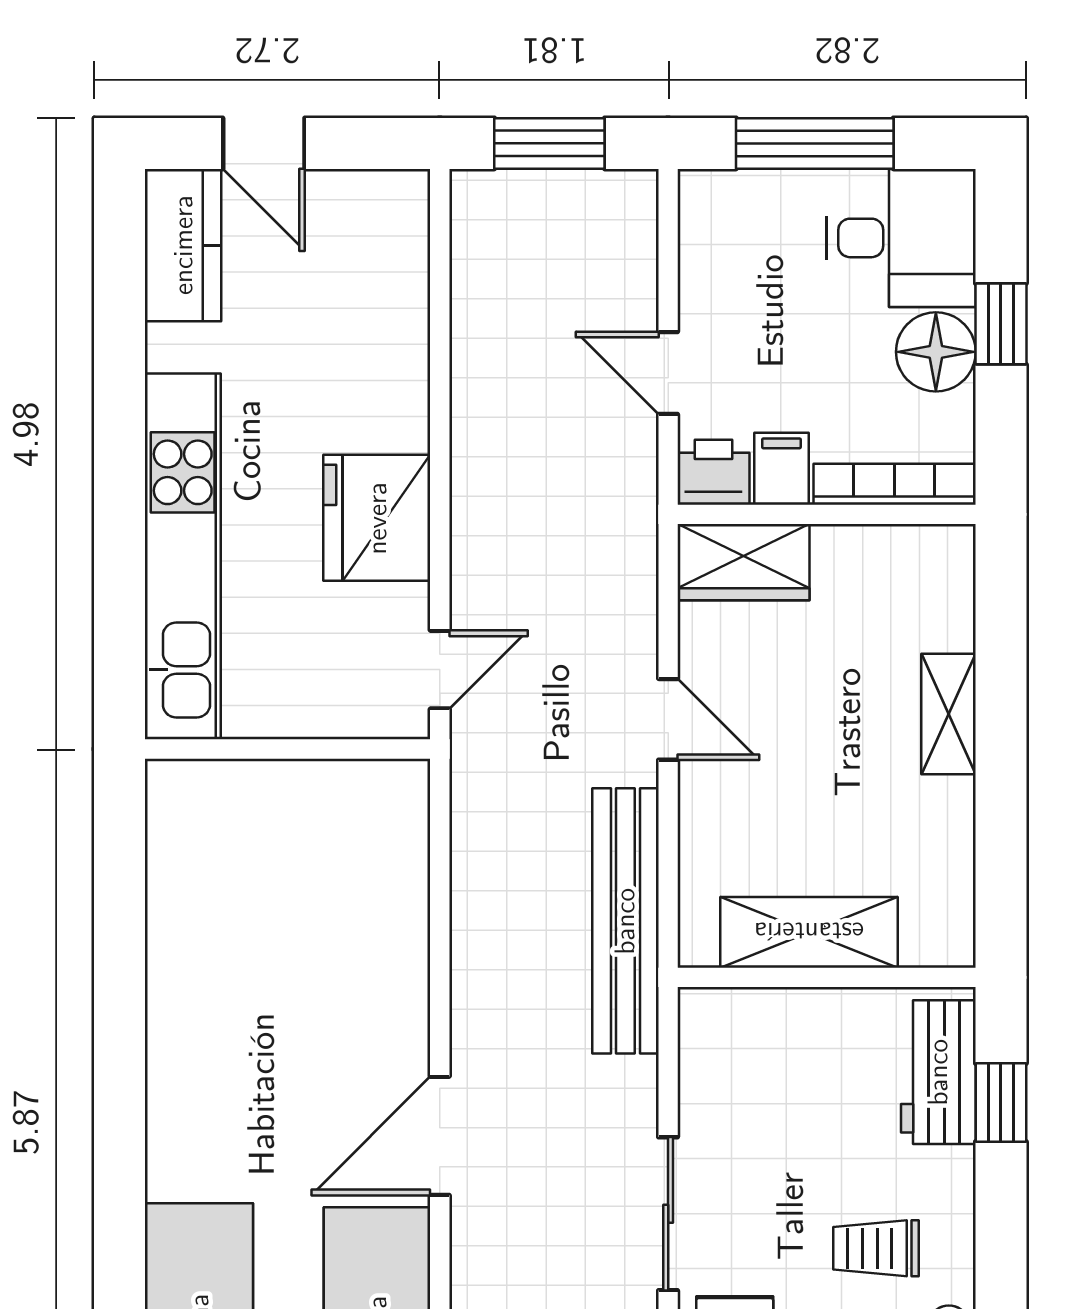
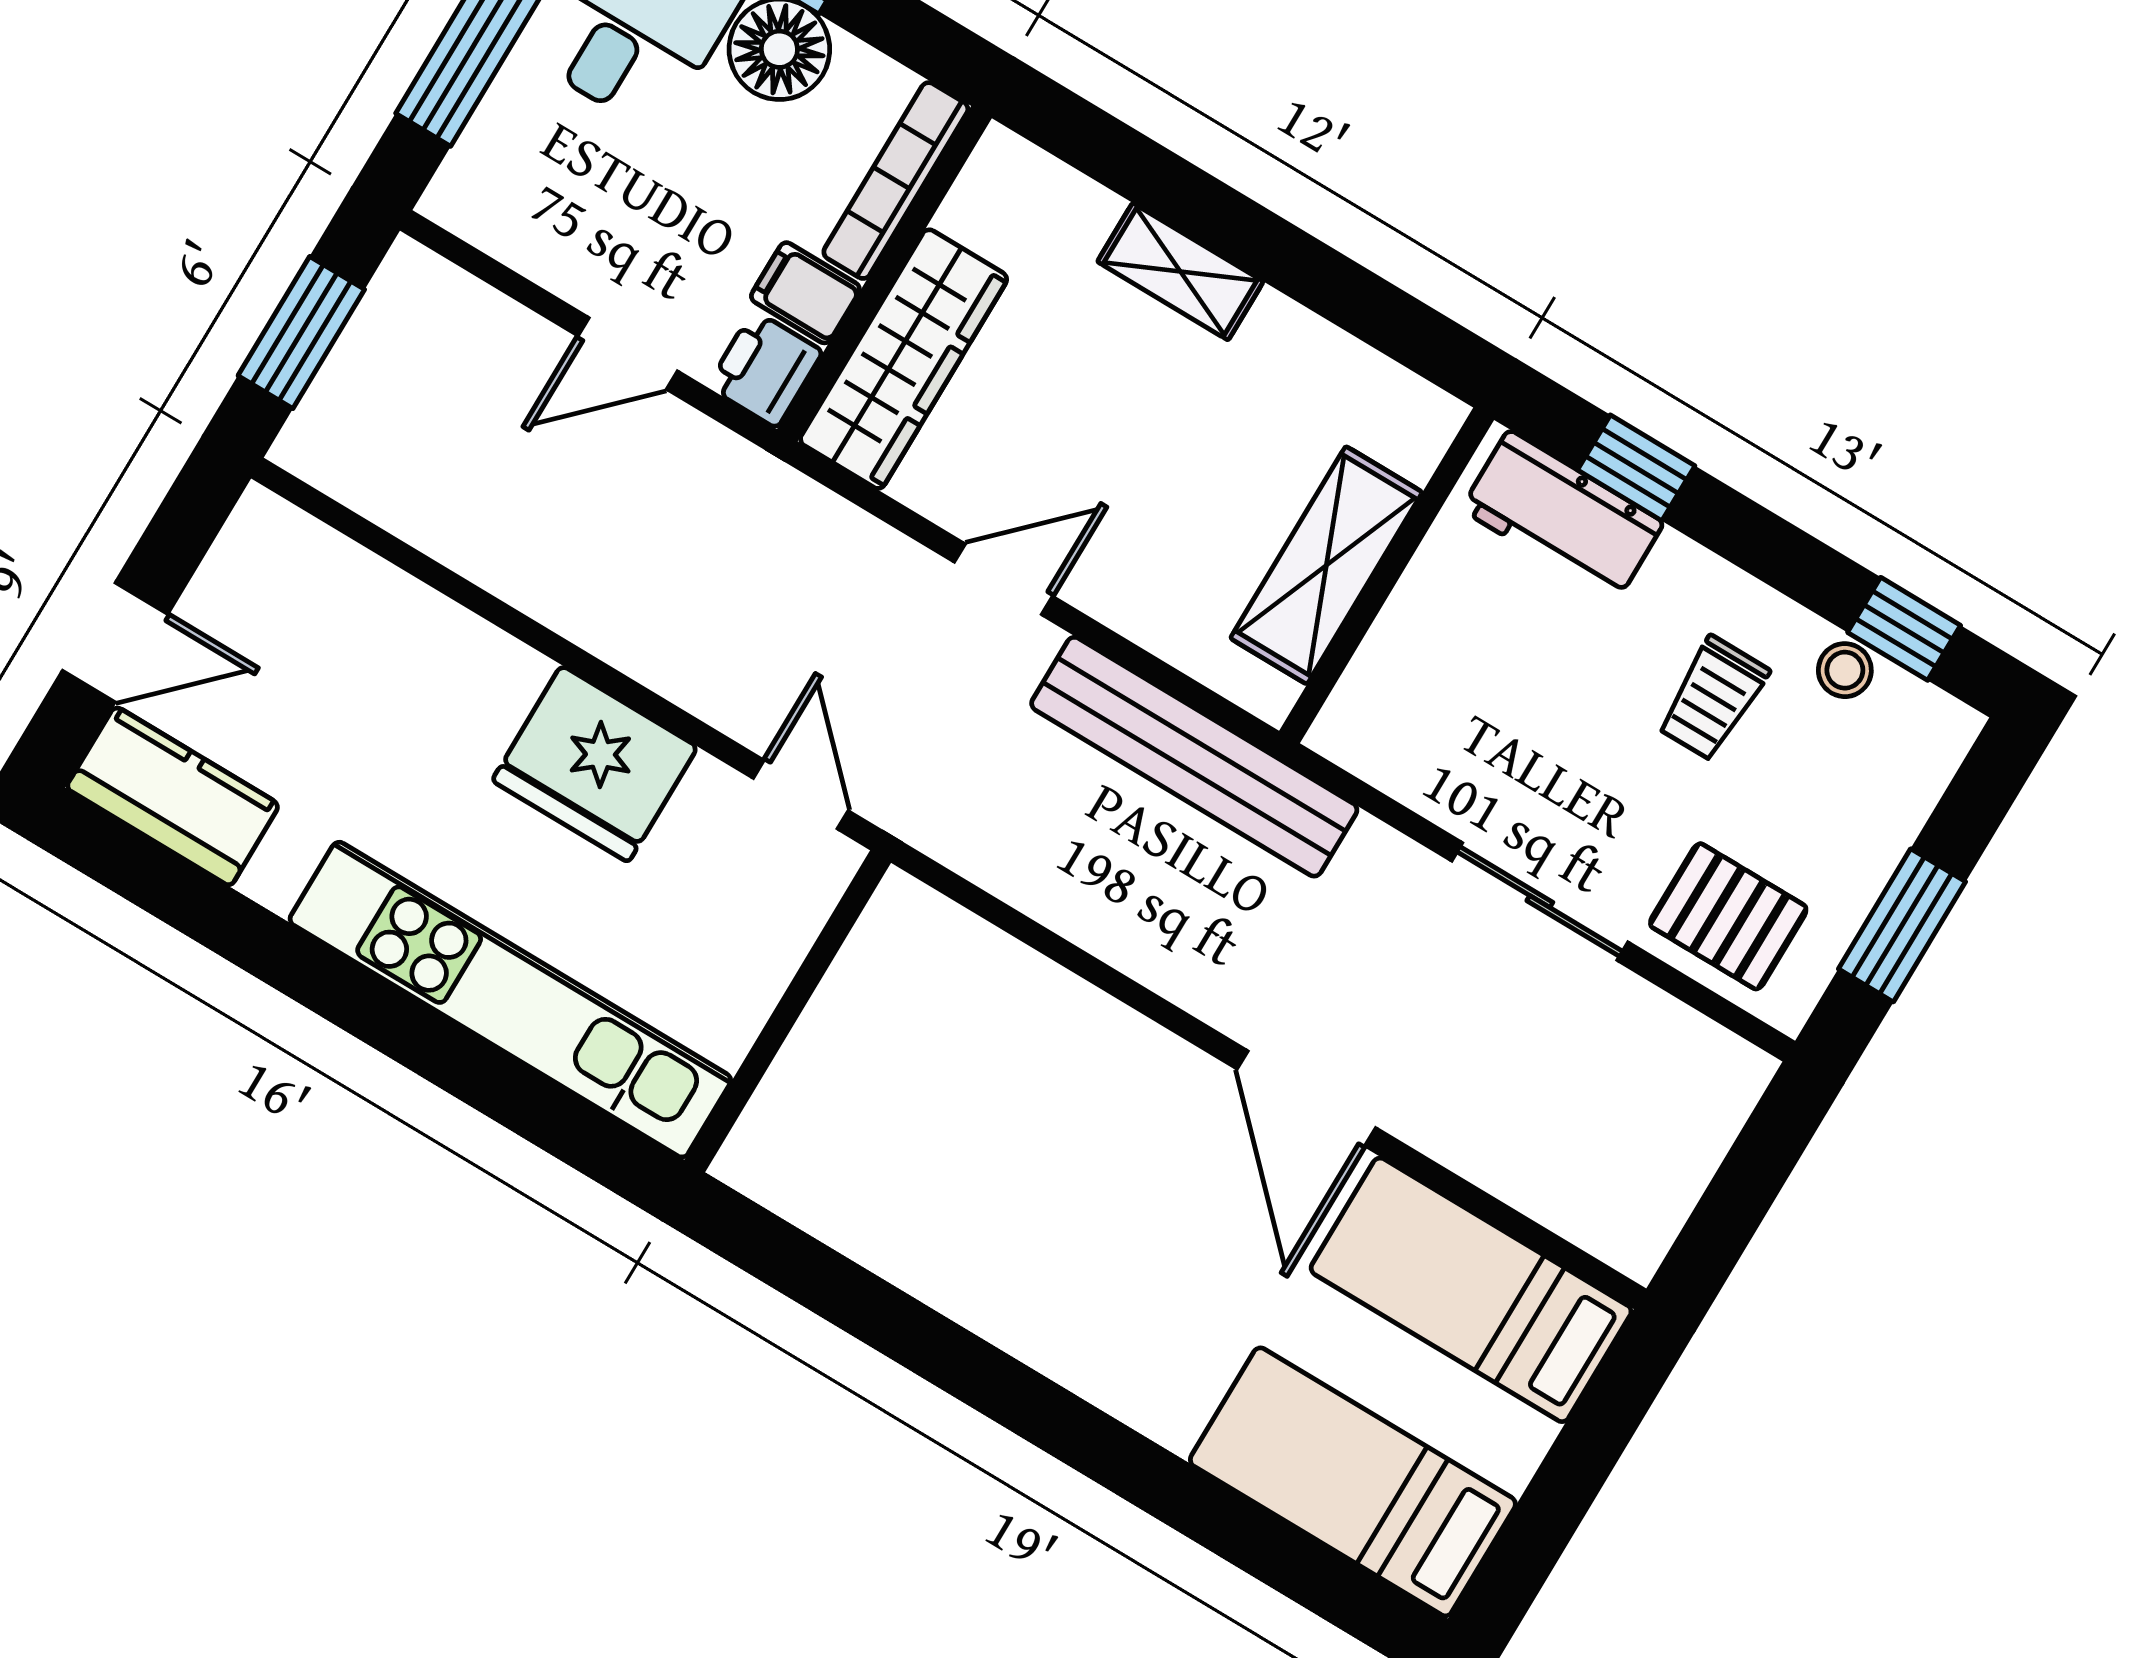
wardrobe: (744, 562) -> (904, 359), width x1.50

